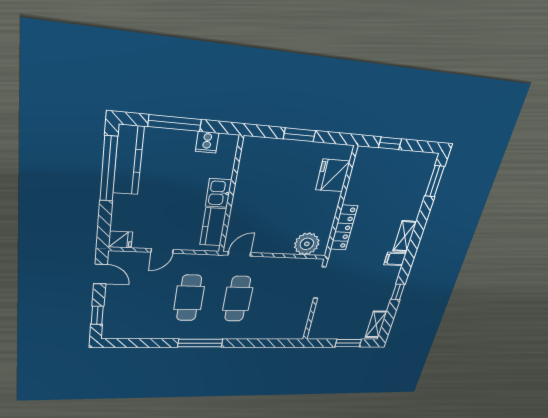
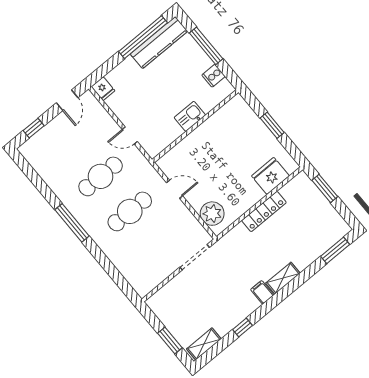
window: (390, 143) -> (325, 188), width x1.50
kitchen counter: (213, 227) -> (165, 137), removed
locker: (344, 228) -> (264, 211), moved
door: (162, 251) -> (130, 136), moved
door: (239, 254) -> (174, 189), moved

